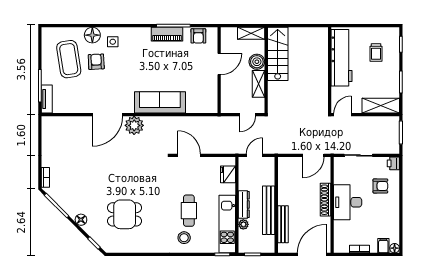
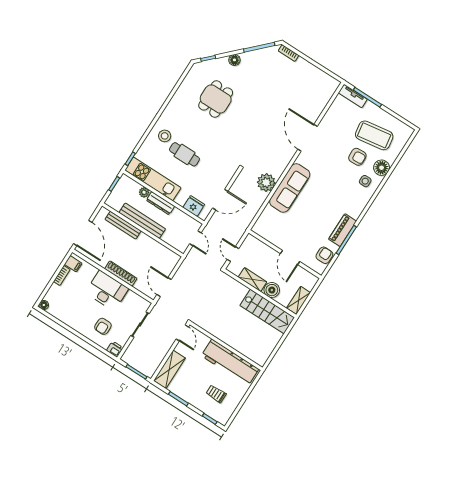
armchair: (198, 36) -> (324, 255), turned 90
plant: (134, 125) -> (266, 183), moved
door: (189, 155) -> (220, 200), moved
filing cabinet: (383, 246) -> (73, 264), moved

